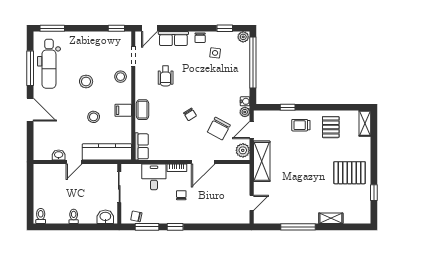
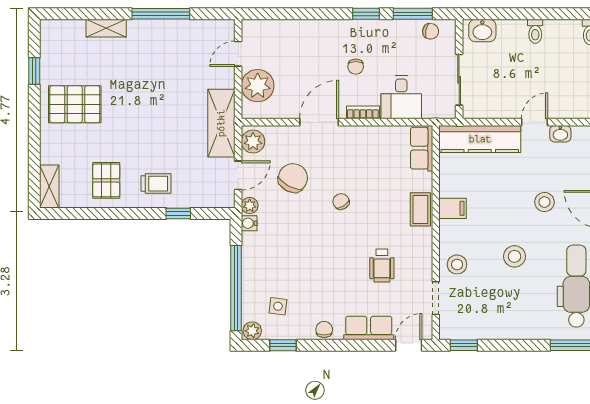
side table: (215, 53) -> (278, 306), moved
wheelchair: (166, 76) -> (382, 266), turned 180
stool: (94, 117) -> (544, 202), moved
plant: (240, 184) -> (258, 86), added

